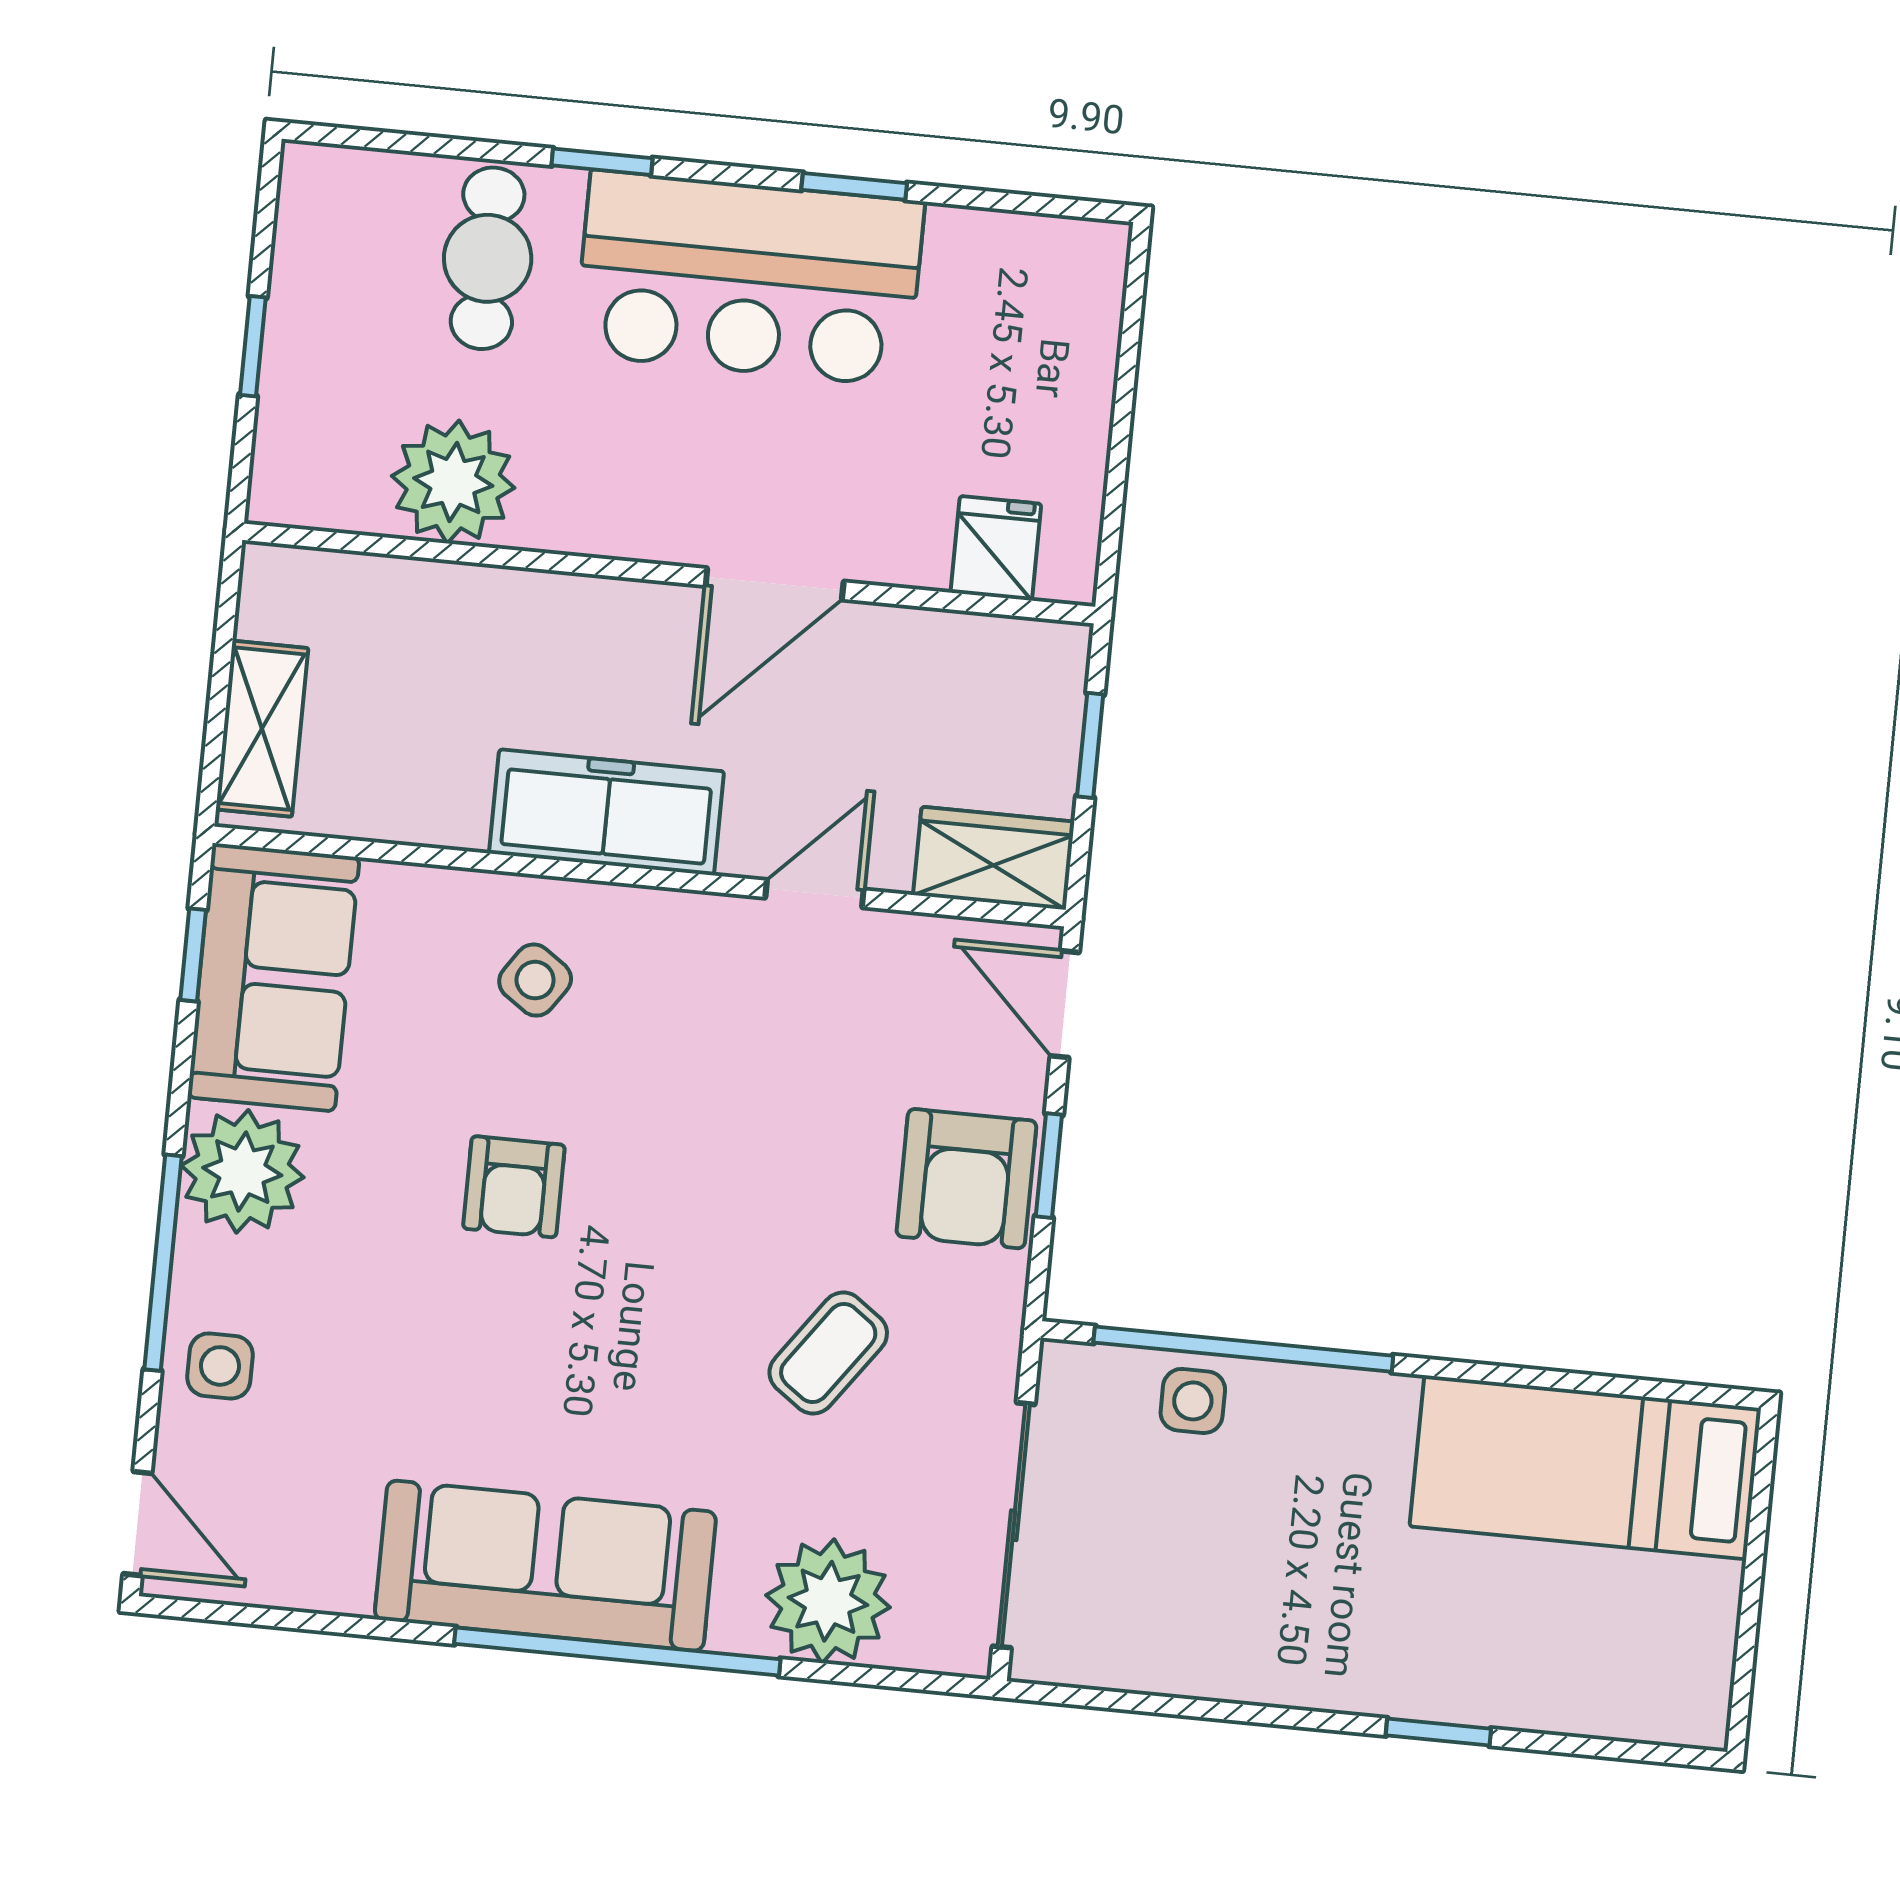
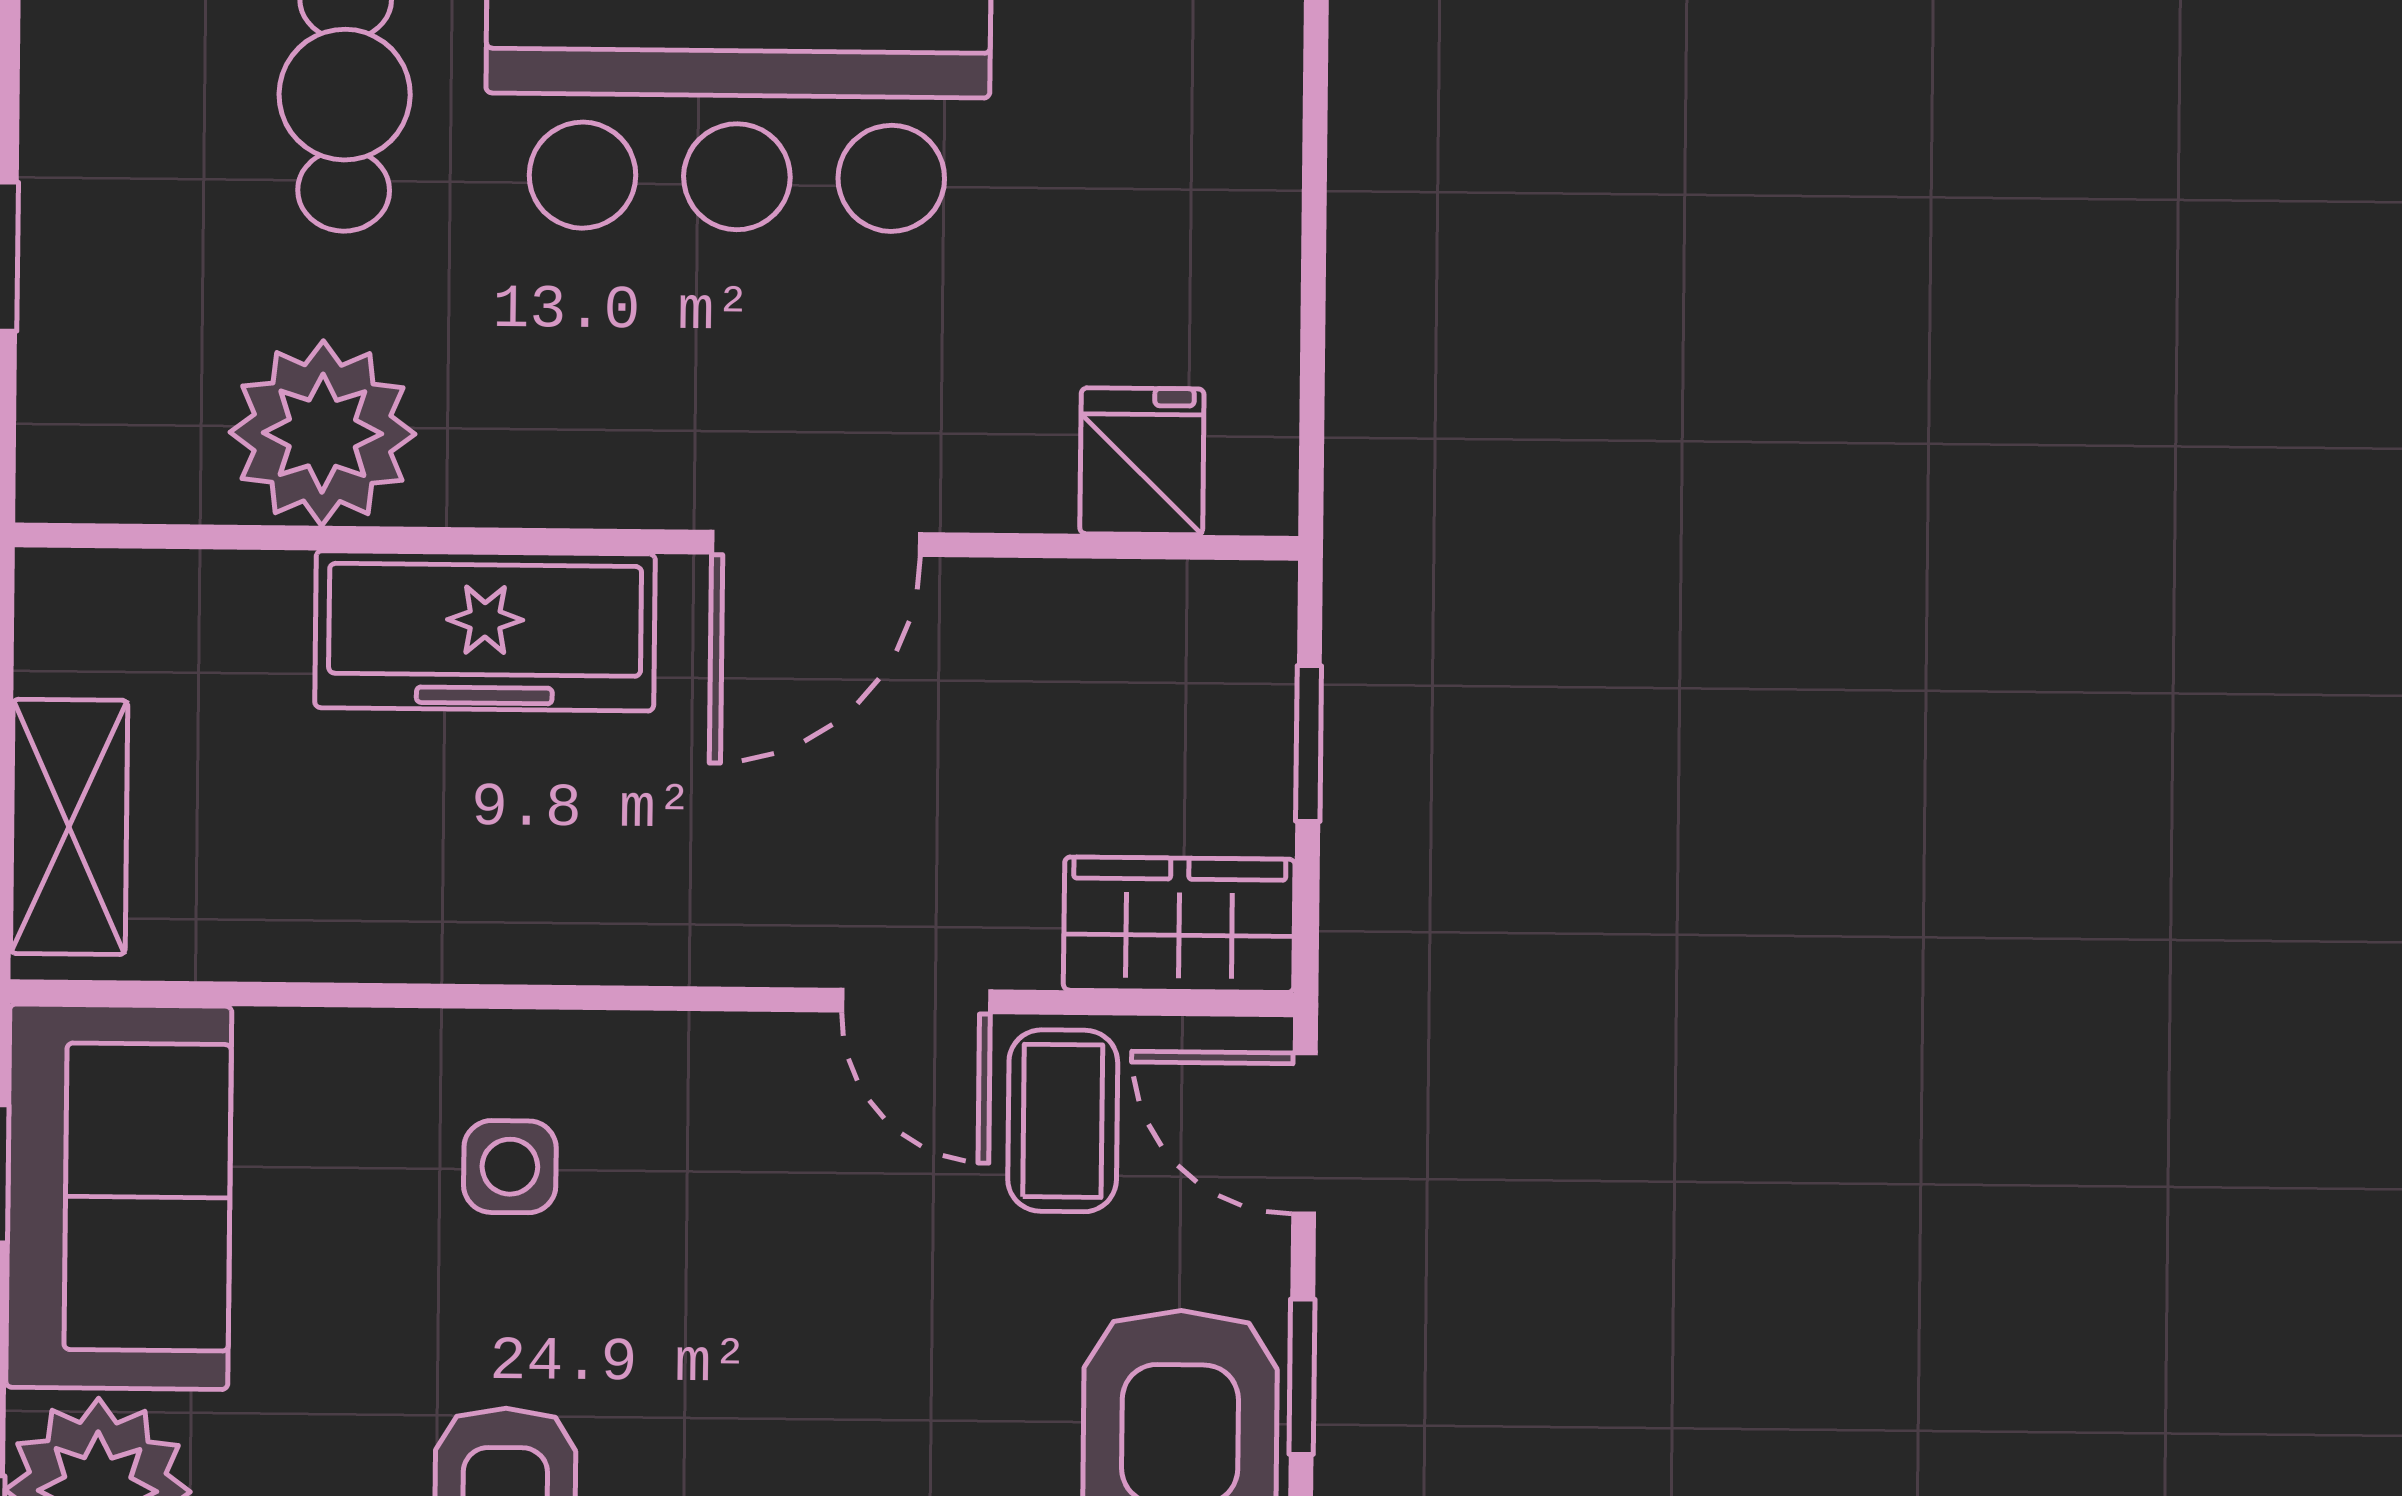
freezer: (607, 812) -> (485, 631), moved, turned 180
door: (815, 894) -> (916, 1001), swing flipped
side table: (535, 980) -> (510, 1167), turned -35
coffee table: (905, 982) -> (1063, 1121), added

